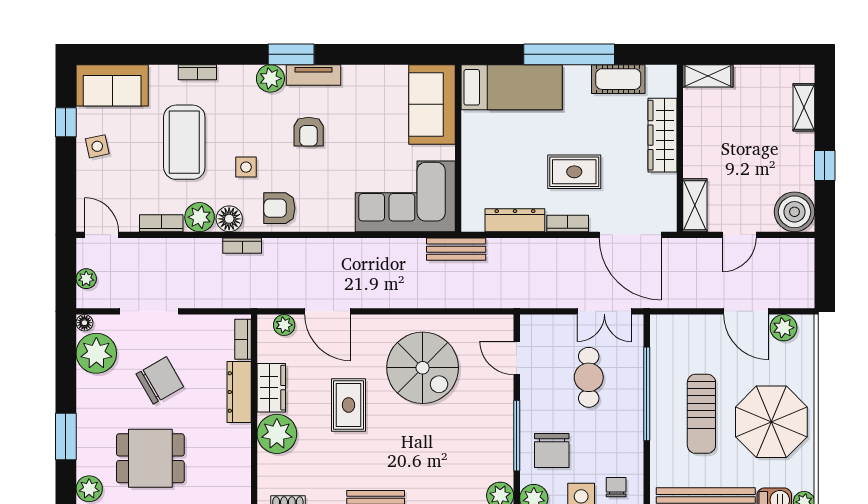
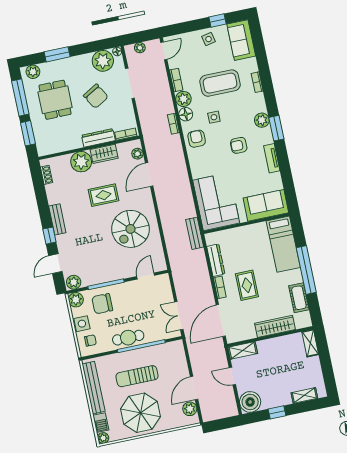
tv unit: (313, 75) -> (272, 158), moved
cafe table: (589, 377) -> (128, 338), moved

